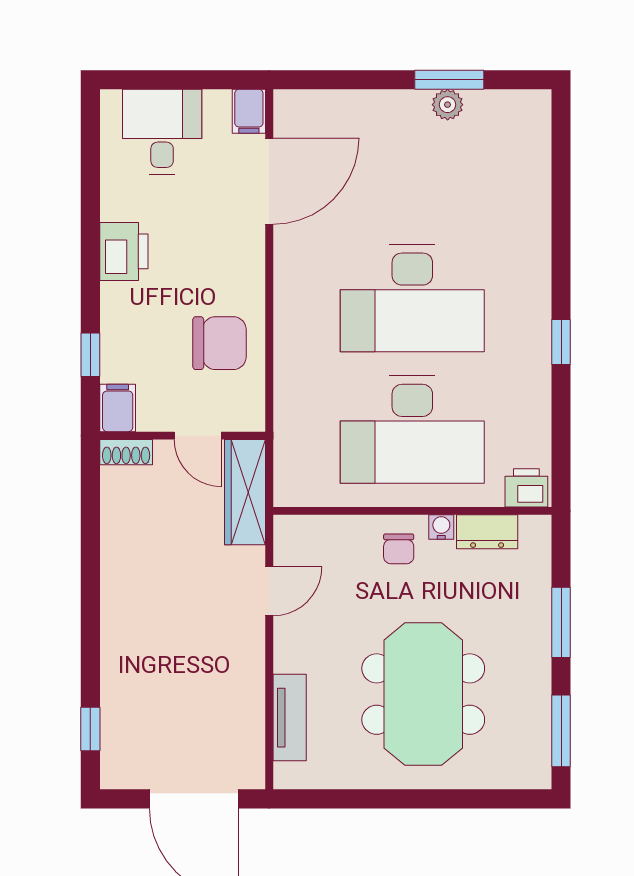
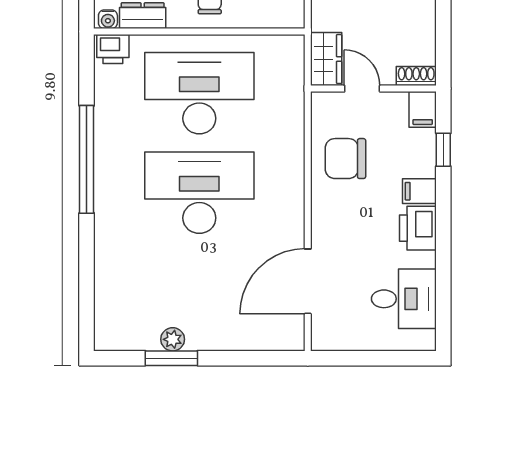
filing cabinet: (249, 111) -> (419, 191), moved, turned -90
desk: (162, 132) -> (404, 299), moved, turned -90
window: (561, 342) -> (87, 159), width x3.17
wardrobe: (245, 492) -> (326, 59), width x0.67
water cooler: (441, 527) -> (108, 19), moved

